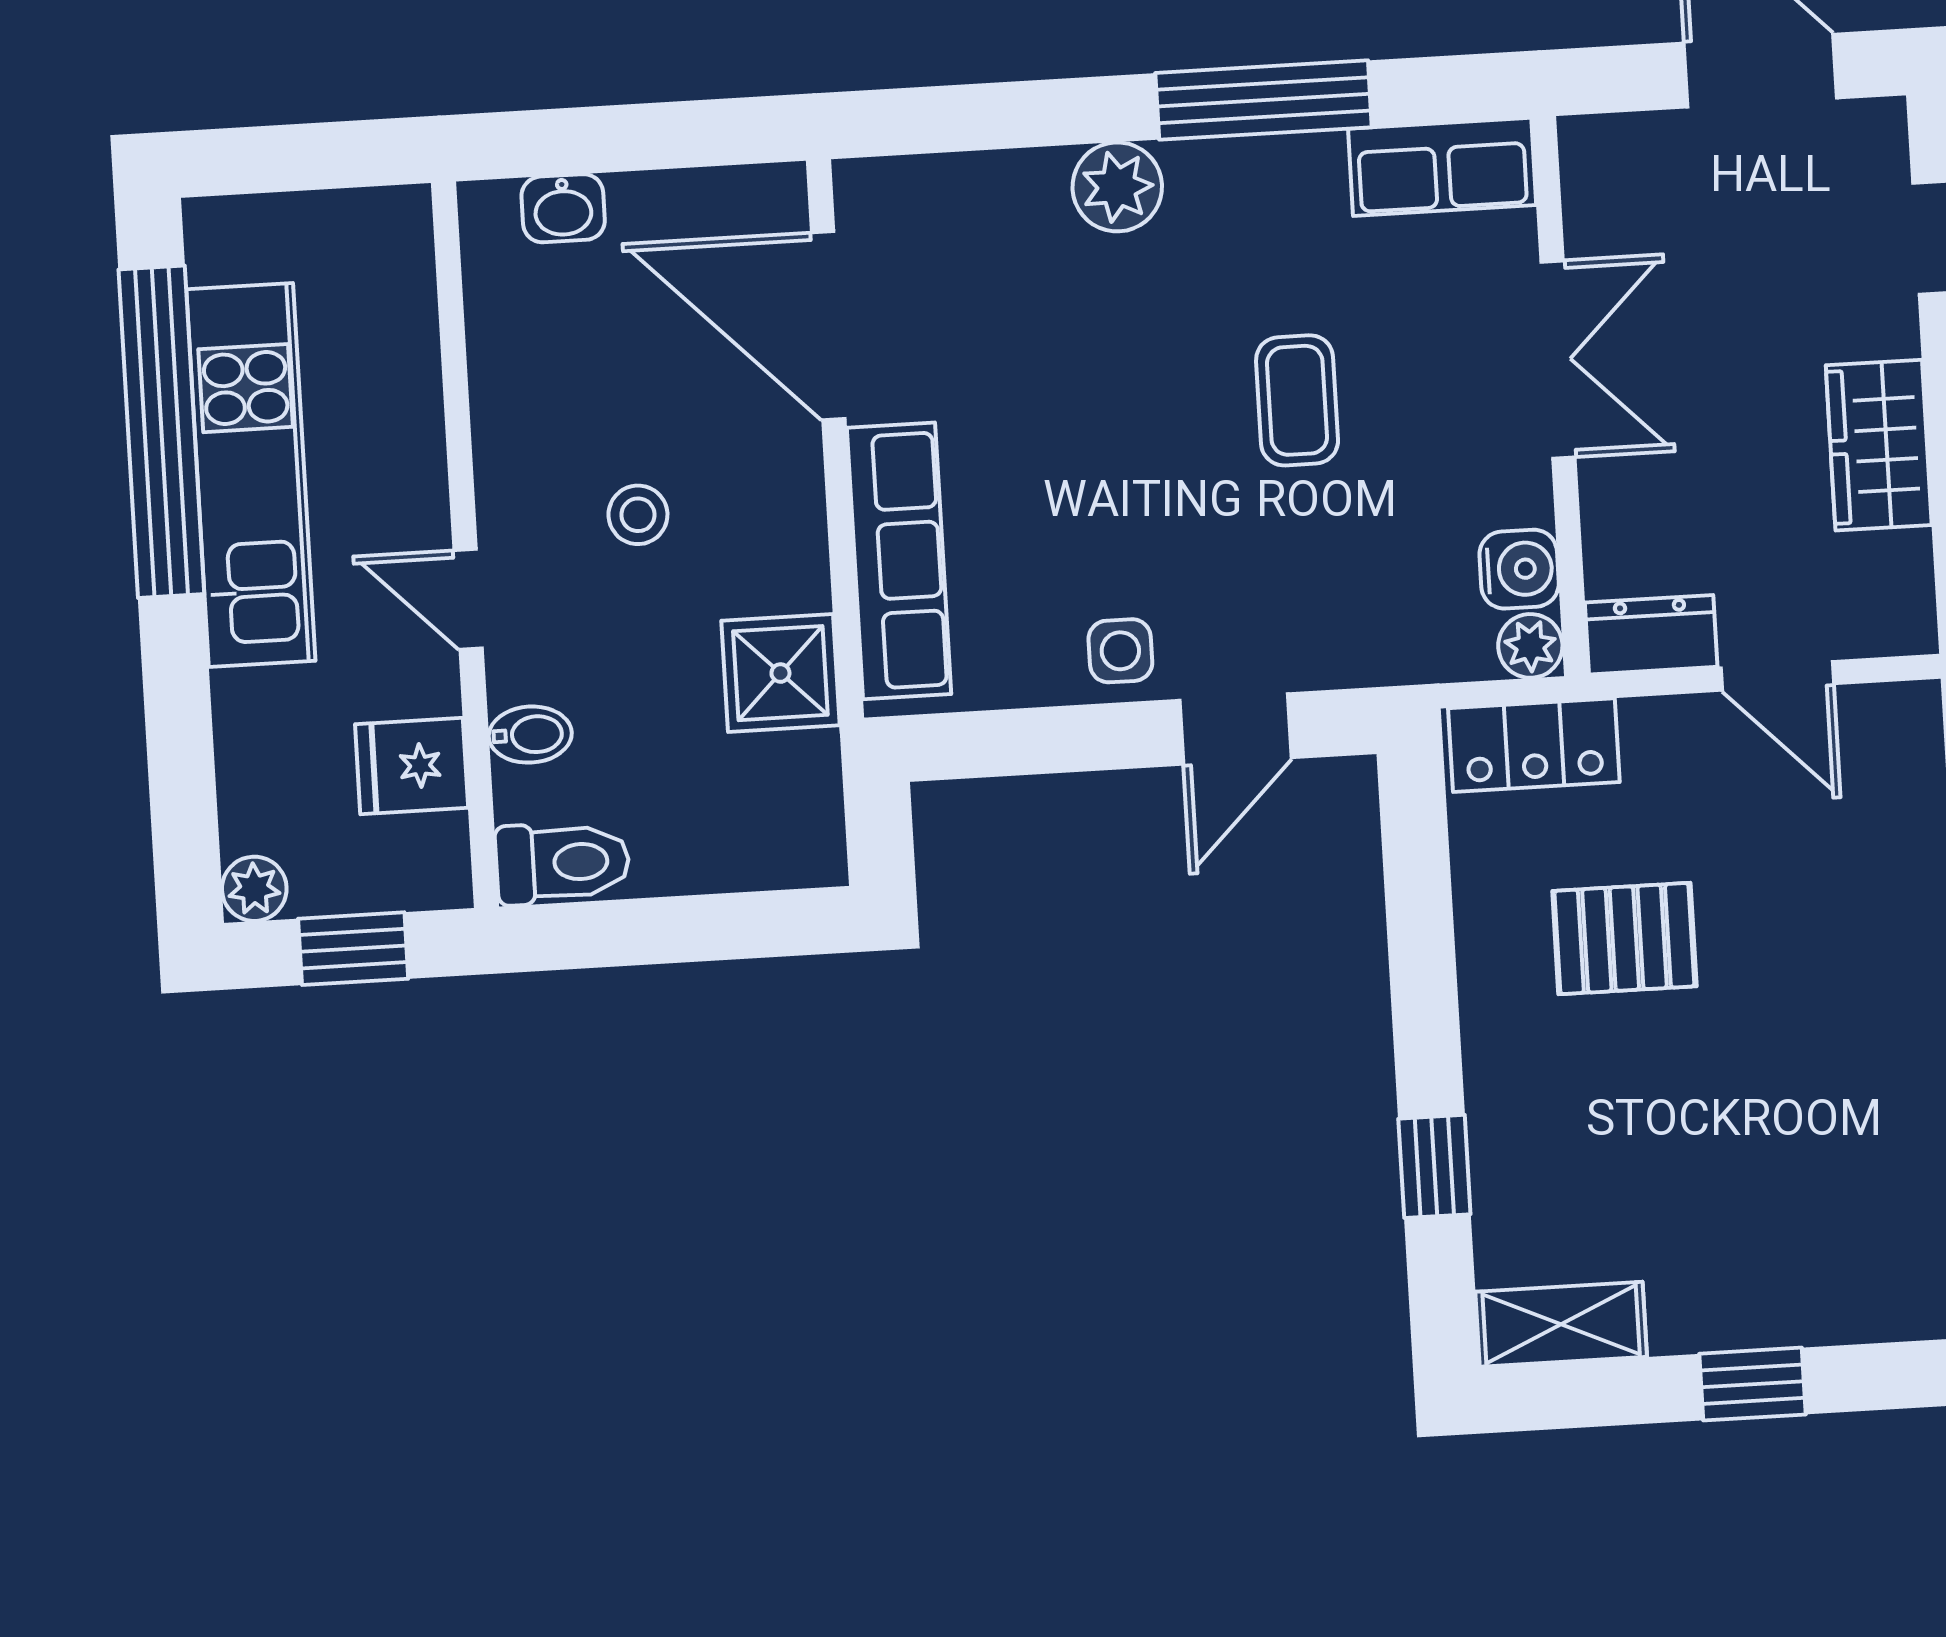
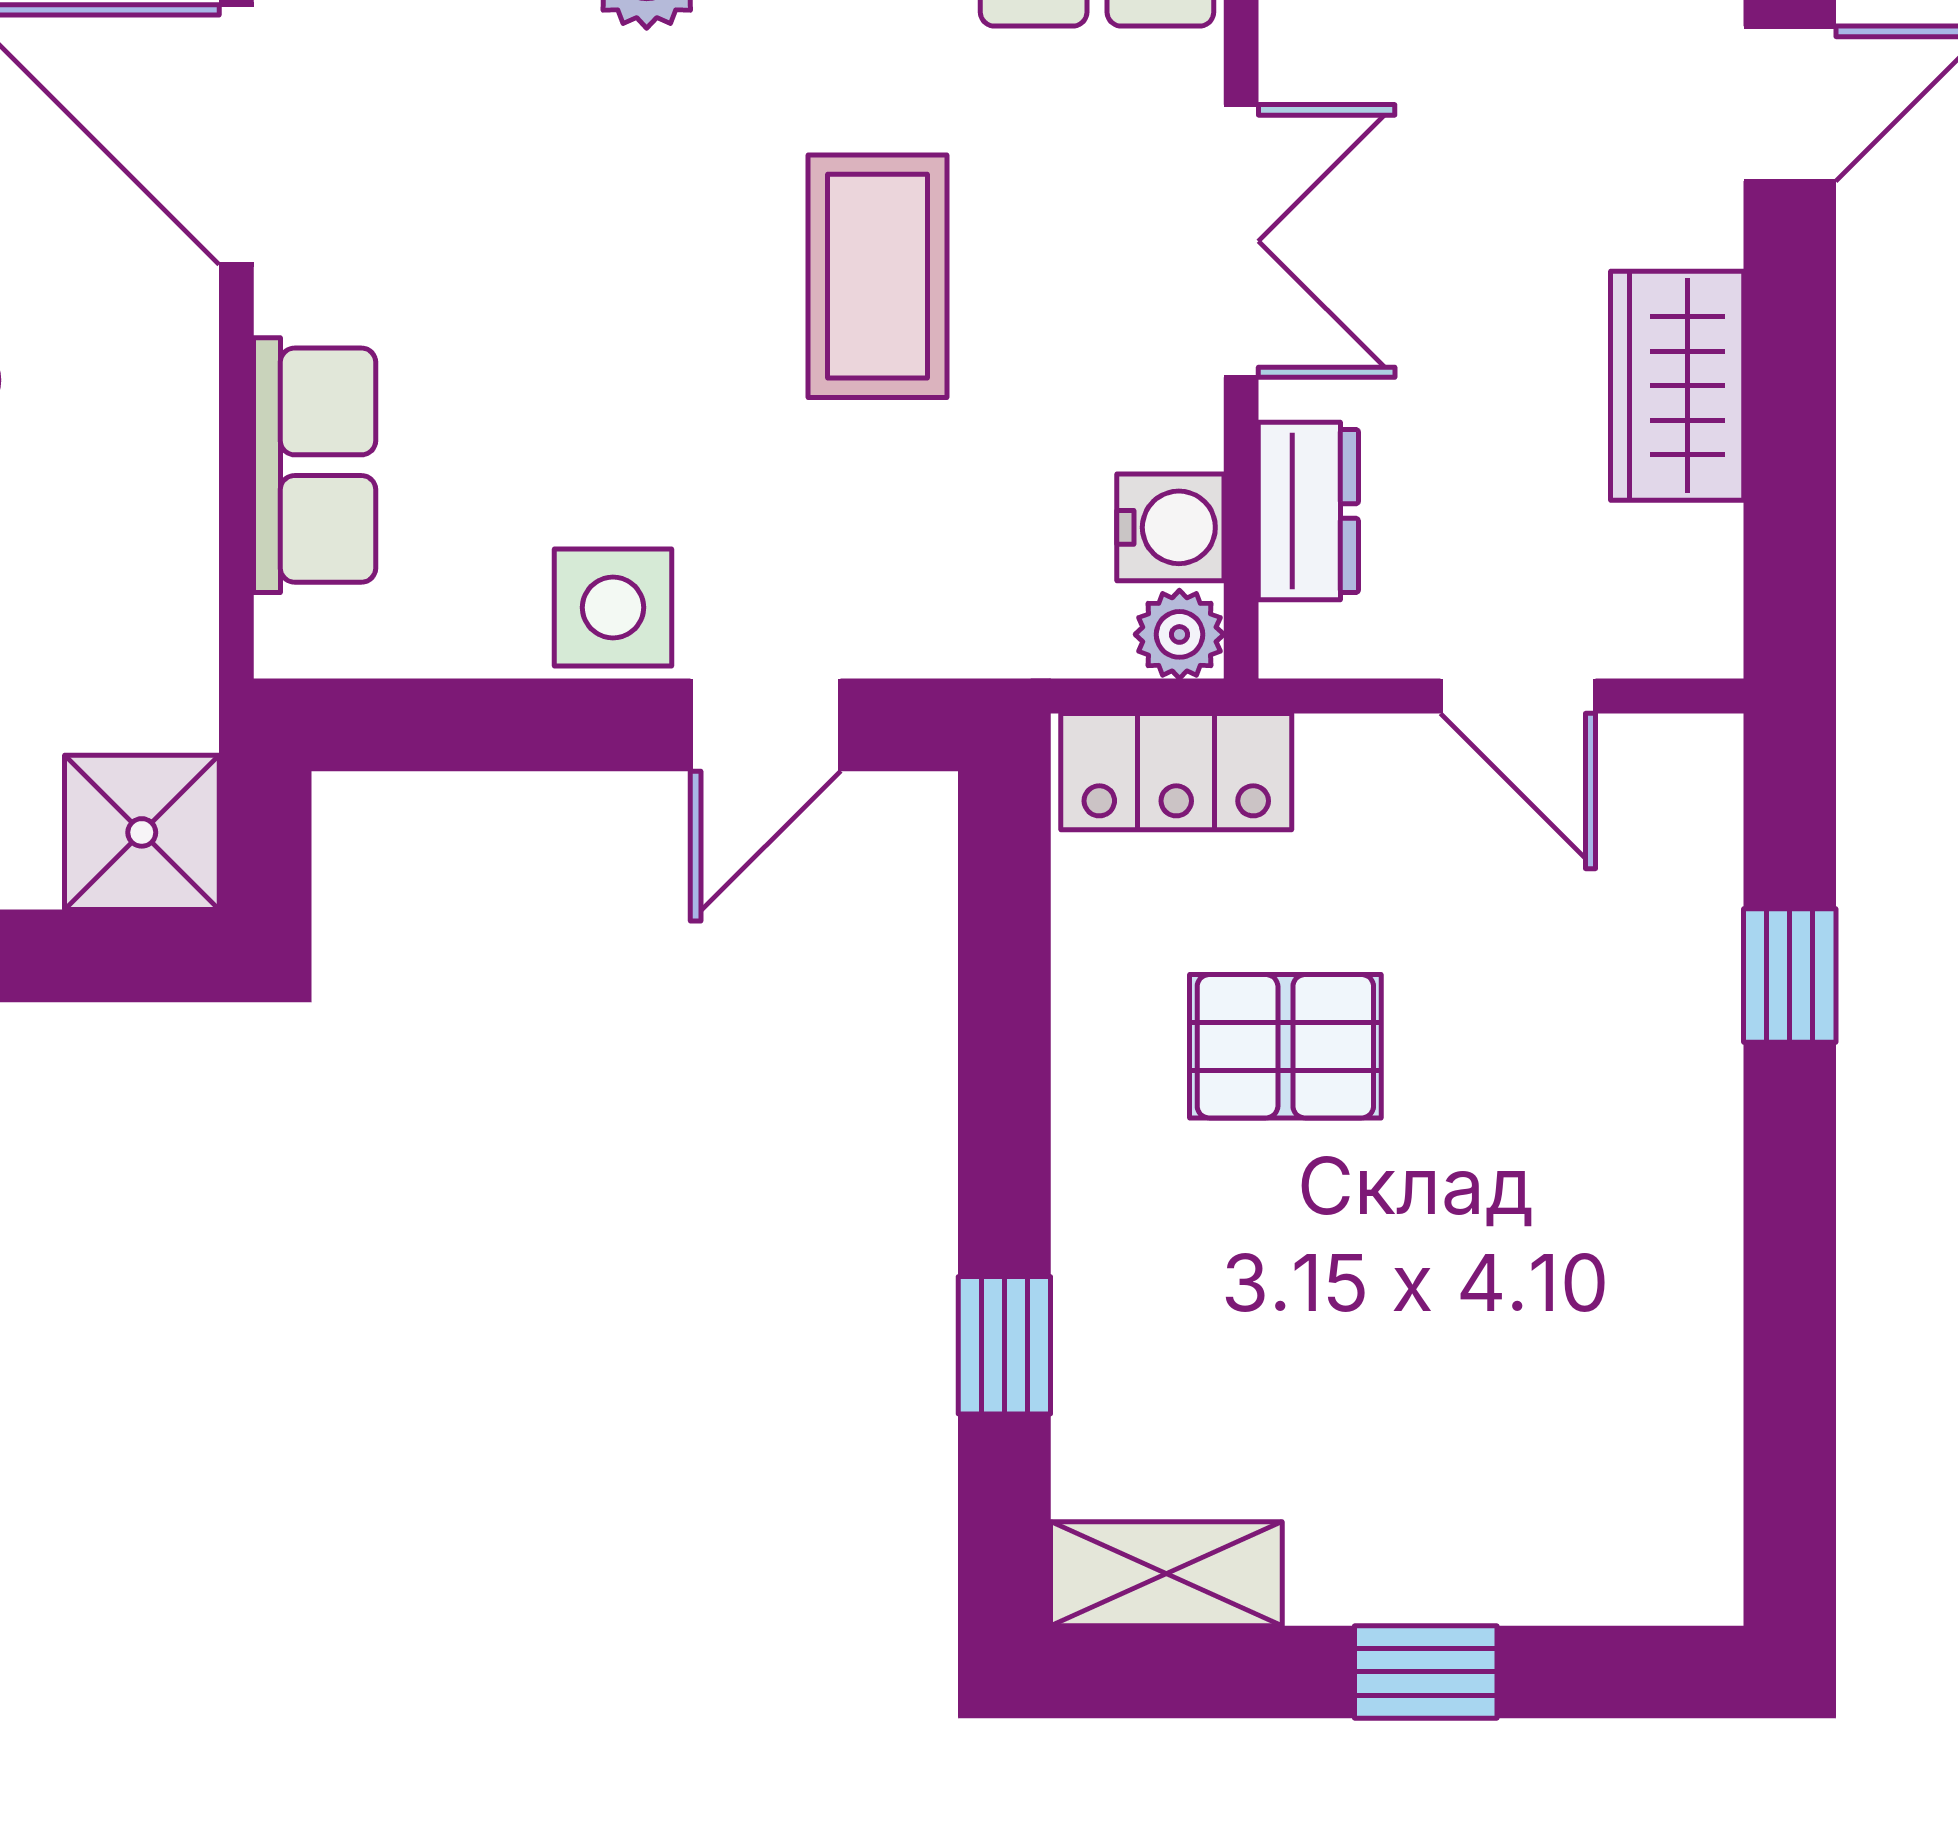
coffee table: (1297, 400) -> (877, 276), width x1.36, depth x1.30
row of seats: (899, 561) -> (315, 465), width x0.68
dresser: (1651, 635) -> (1308, 511), moved, turned 90
side table: (1120, 651) -> (613, 607), width x1.37, depth x1.37
shower: (780, 673) -> (142, 832), moved

